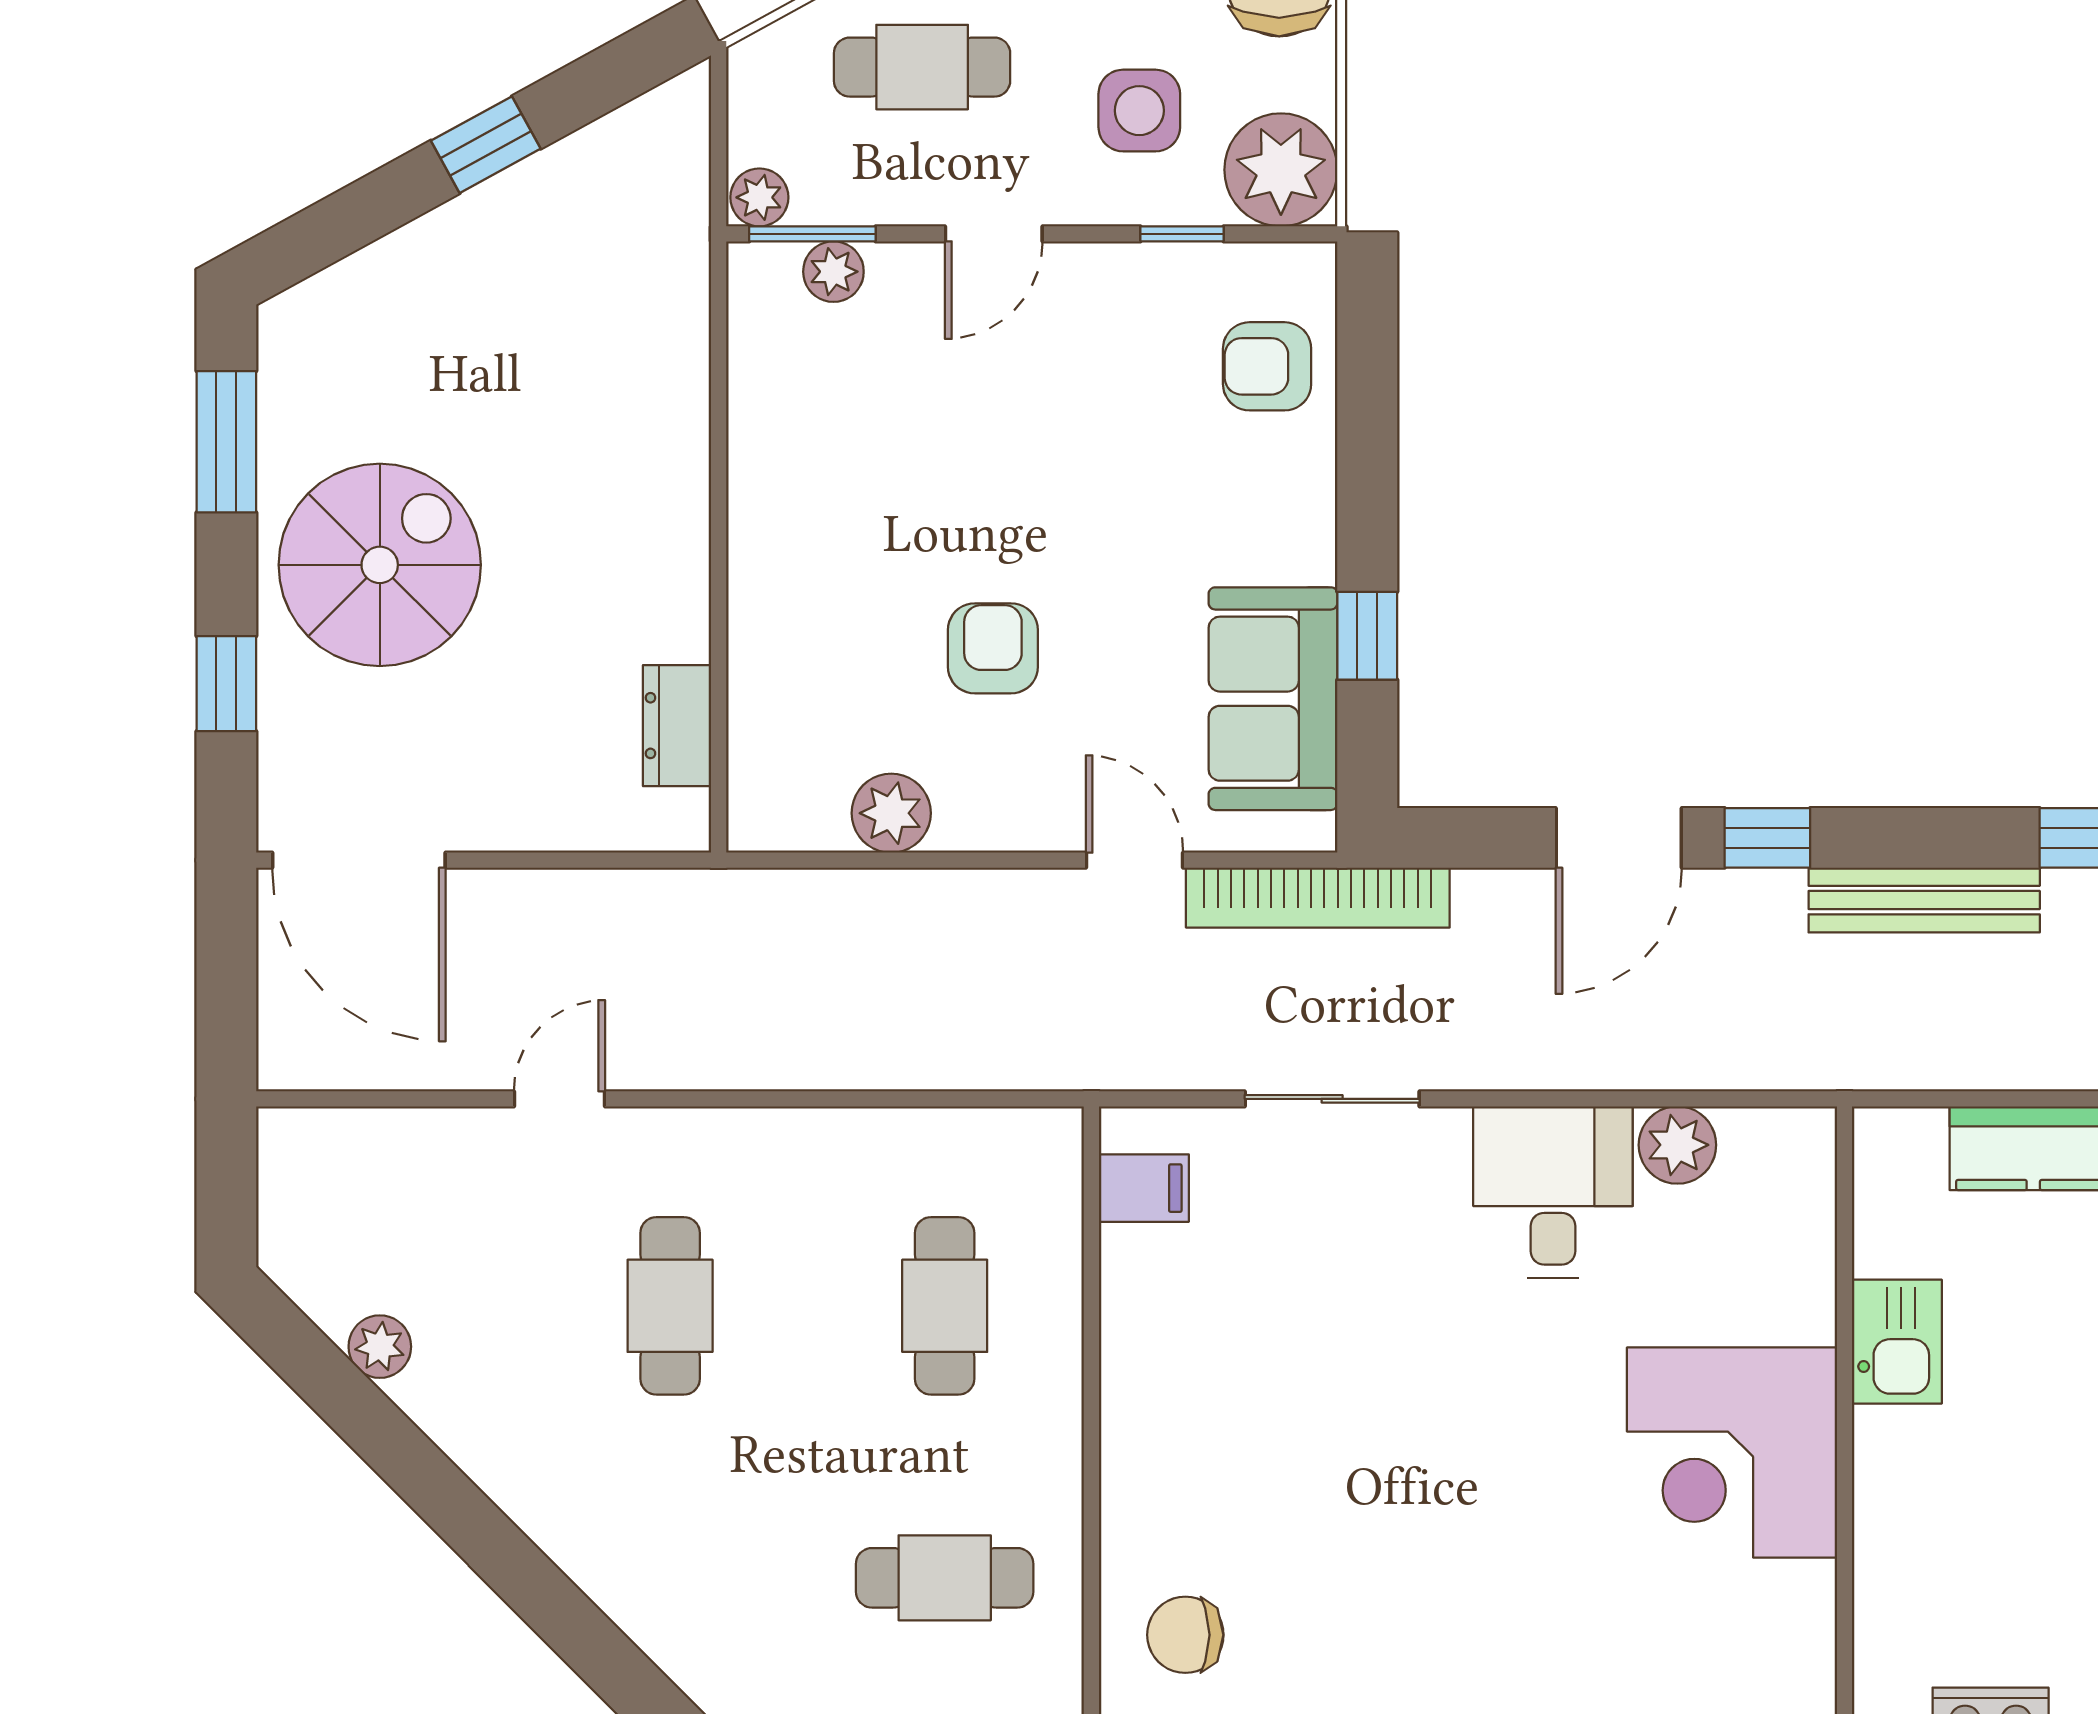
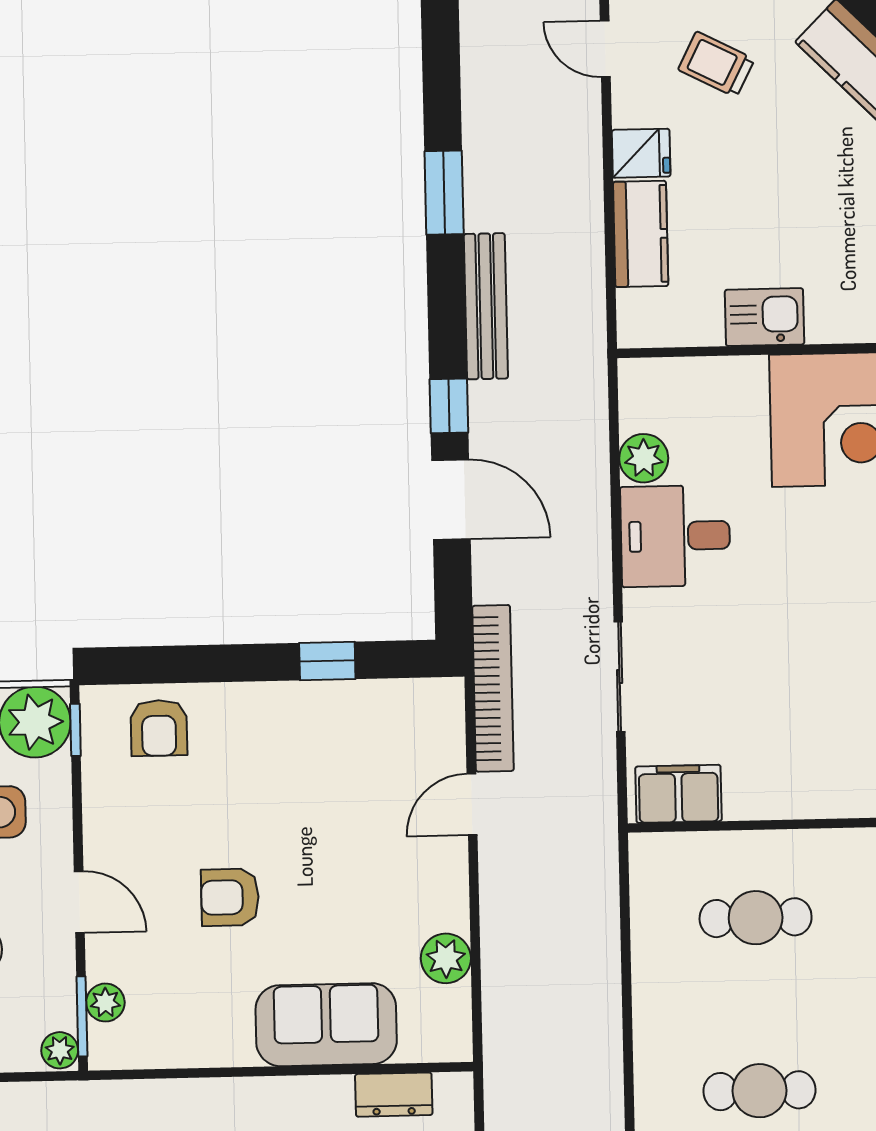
window: (1182, 234) -> (75, 730), moved
armchair: (993, 648) -> (230, 897), moved
sofa: (1273, 699) -> (326, 1025), moved, turned 180
filing cabinet: (1144, 1188) -> (678, 794), width x2.00

